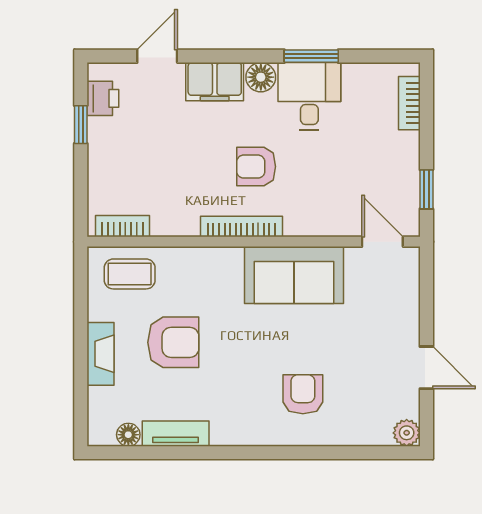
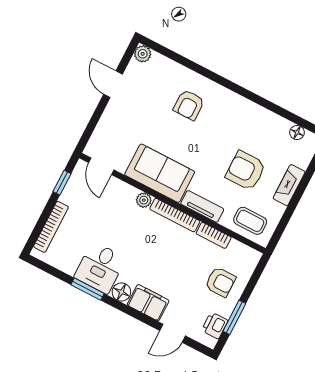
bookcase: (409, 103) -> (51, 227), width x1.56
window: (81, 125) -> (234, 317), width x1.50
armchair: (256, 167) -> (220, 282), moved
plant: (297, 225) -> (144, 200), added
bookcase: (122, 226) -> (214, 235), moved
tv unit: (176, 434) -> (202, 206), moved, turned 180

